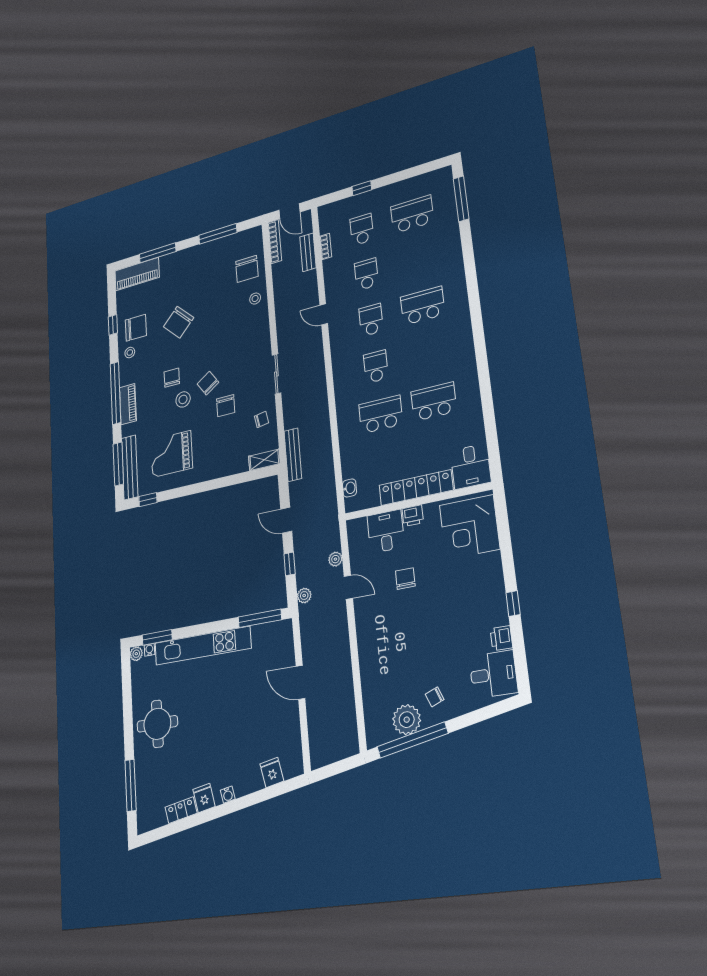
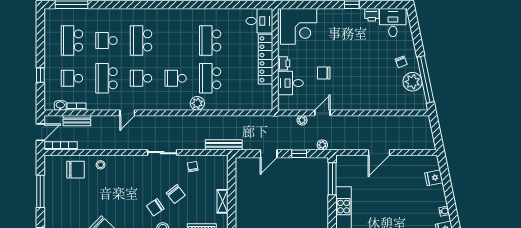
school desk: (417, 259) -> (106, 41), added
school desk: (366, 274) -> (106, 78), width x1.85
plant: (345, 405) -> (197, 103), added
chair: (226, 406) -> (176, 194), turned 52
shelving: (264, 460) -> (223, 201), moved
washbasin: (350, 488) -> (60, 106), moved

